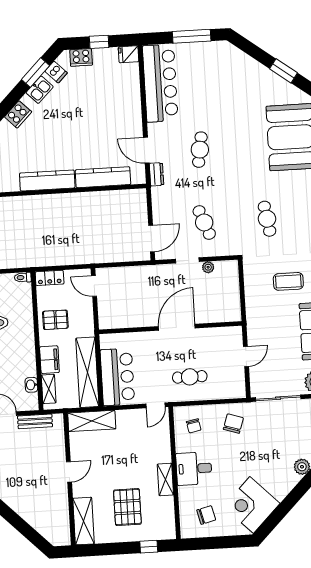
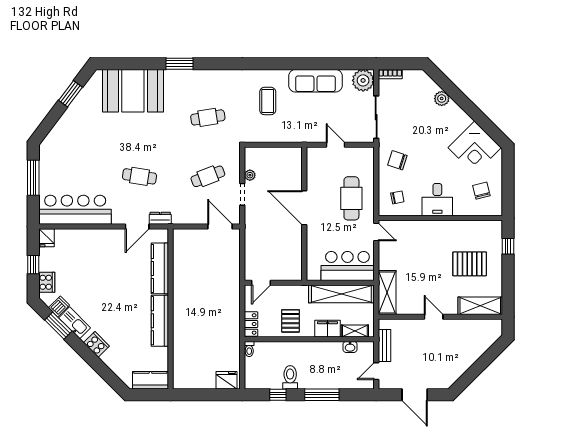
kitchen sink: (40, 90) -> (75, 323), width x1.38
cafe table: (190, 377) -> (351, 198), width x1.37, depth x1.35
shelving: (165, 480) -> (446, 227), removed

